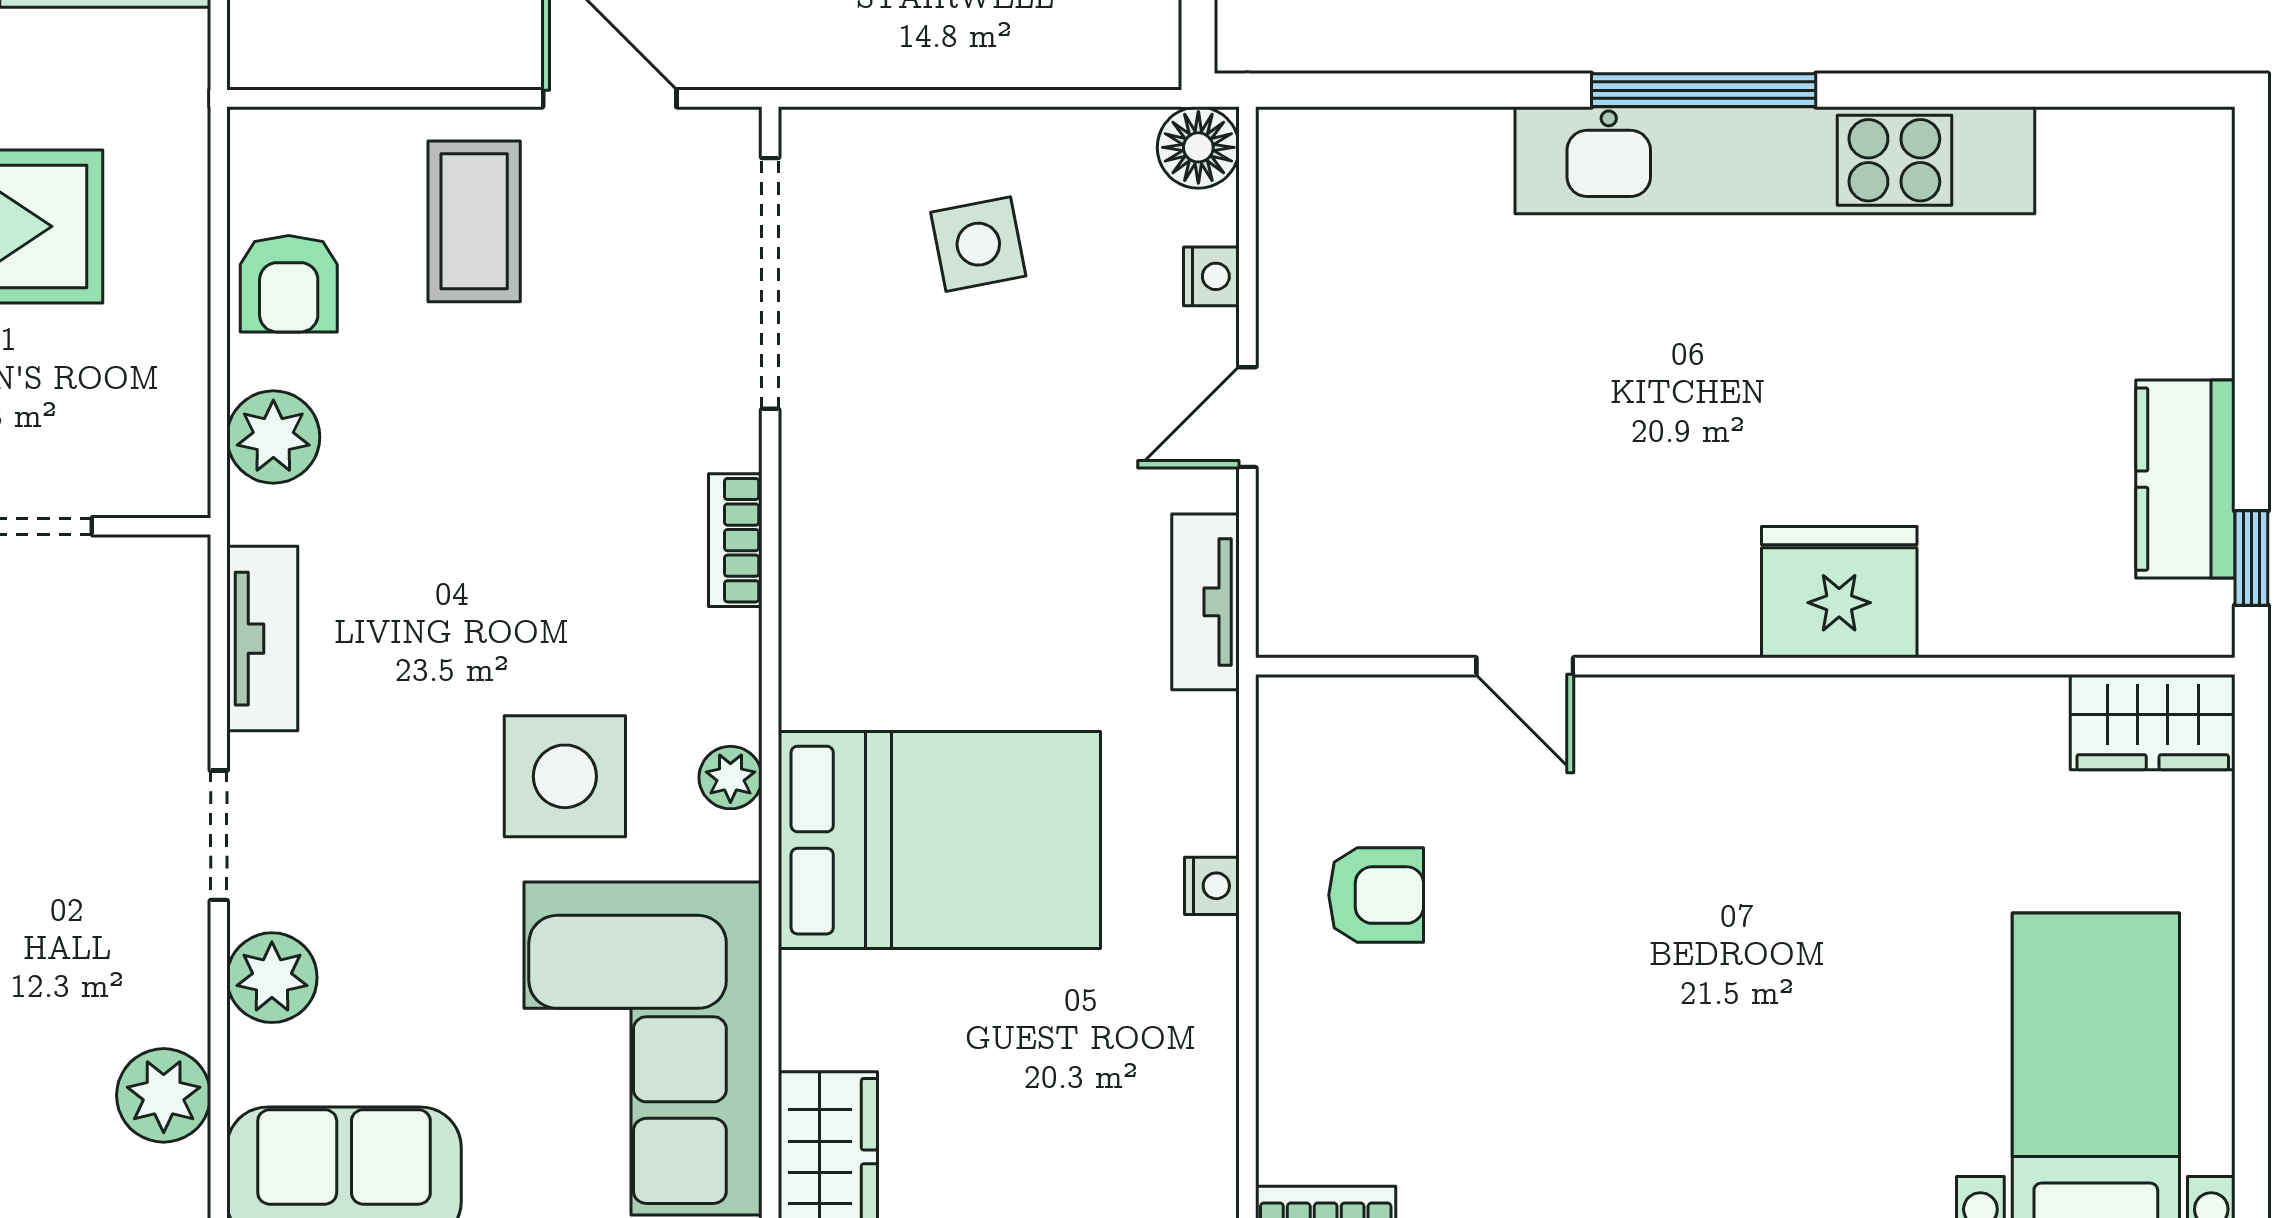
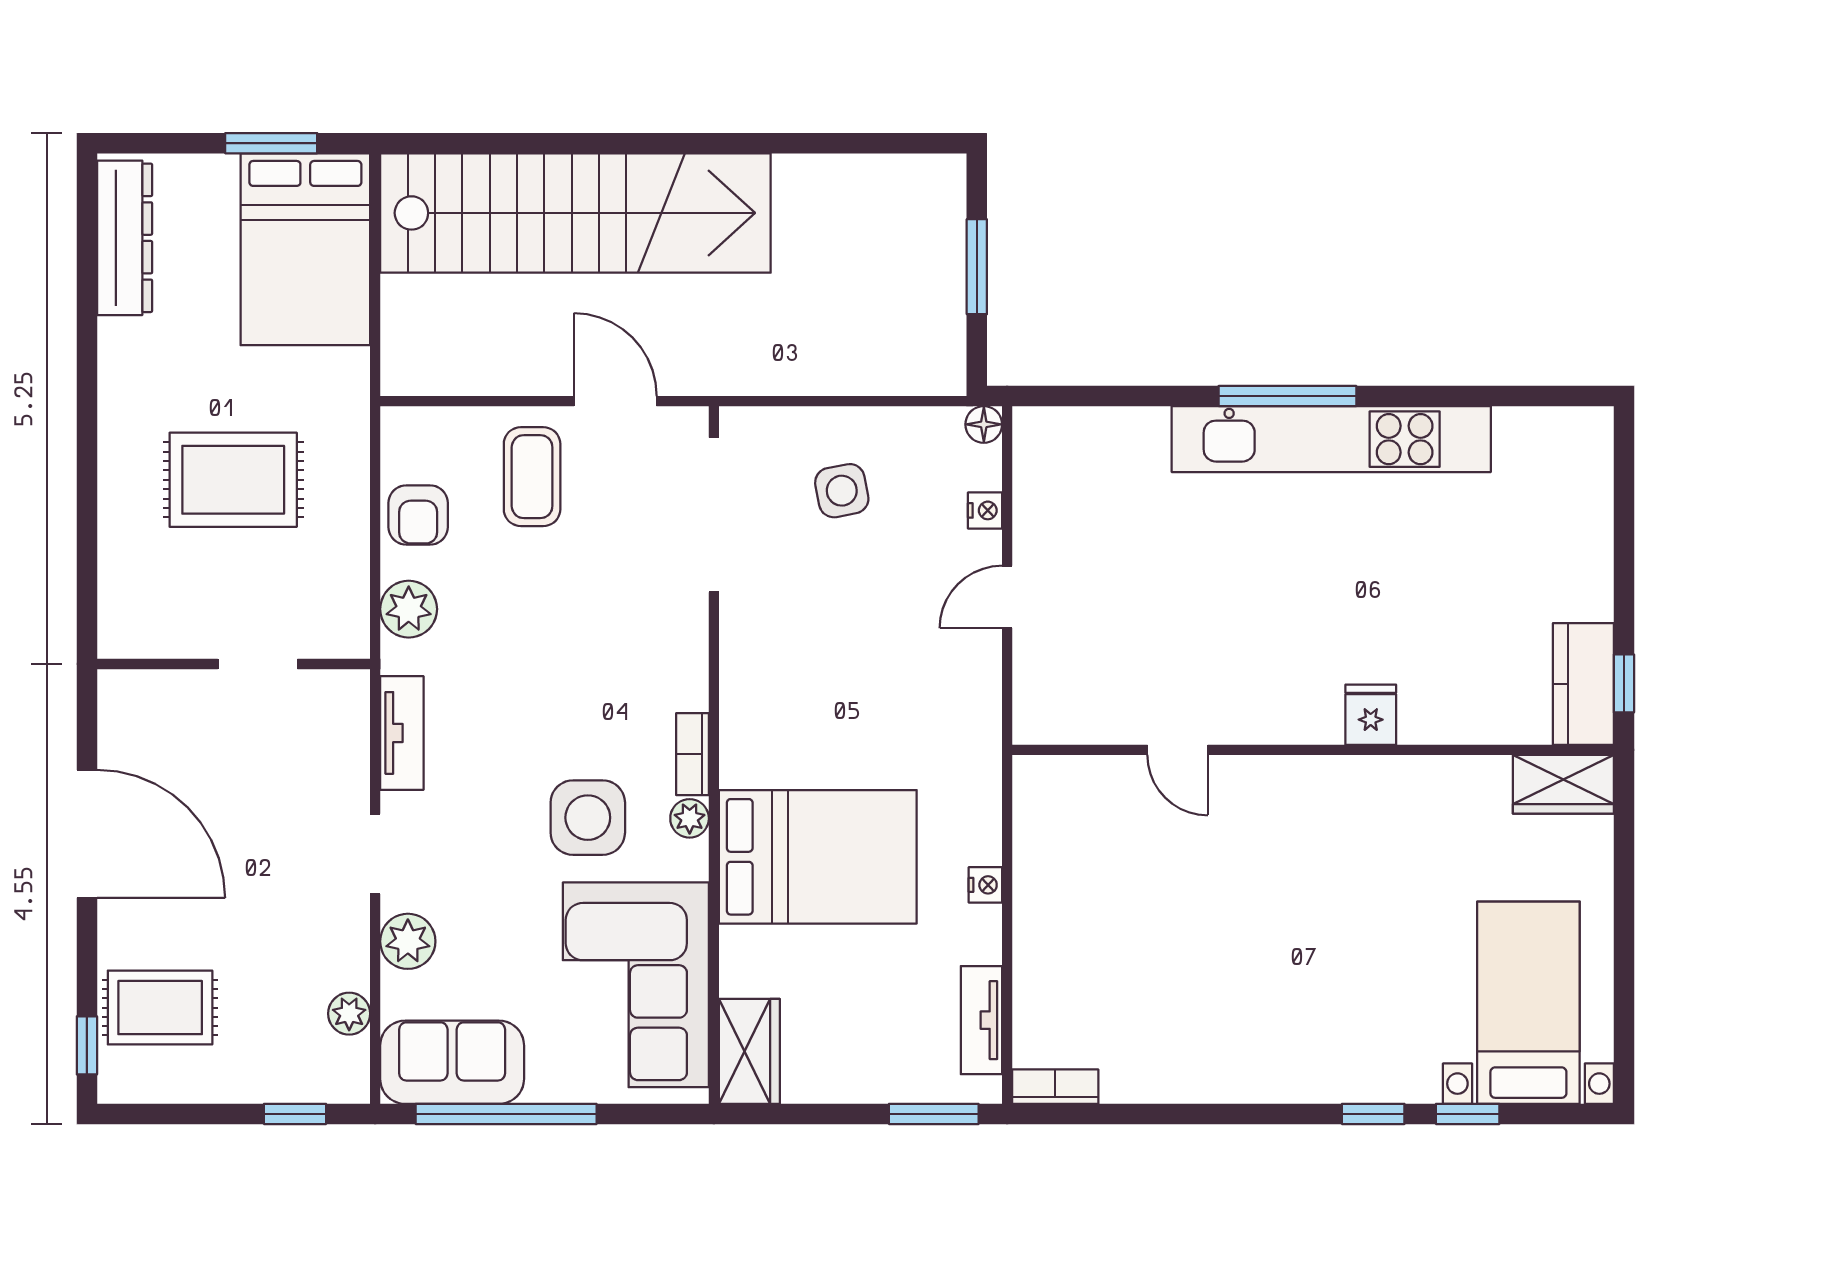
floor lamp: (1198, 147) -> (984, 424), width x0.73, depth x0.73
kitchen counter: (2185, 479) -> (1583, 684), moved
bookcase: (735, 540) -> (692, 754), moved
fridge: (1839, 592) -> (1371, 715), width x0.53, depth x0.75
tv unit: (1206, 602) -> (981, 1020), moved
armchair: (1376, 895) -> (1086, 891), removed
plant: (164, 1095) -> (349, 1014), width x0.73, depth x0.73

